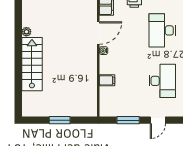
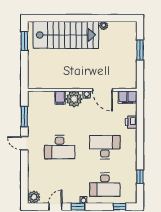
stairs: (32, 64) -> (66, 35), width x1.36, depth x1.51
plant: (109, 65) -> (74, 99), added
window: (60, 120) -> (24, 41), moved

